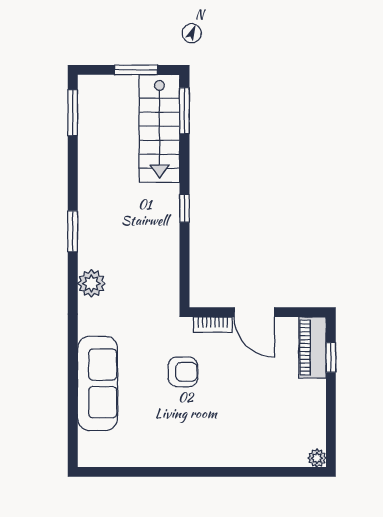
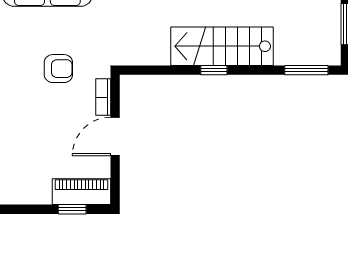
stairs: (159, 128) -> (222, 46), moved
armchair: (183, 372) -> (58, 69), turned -90

